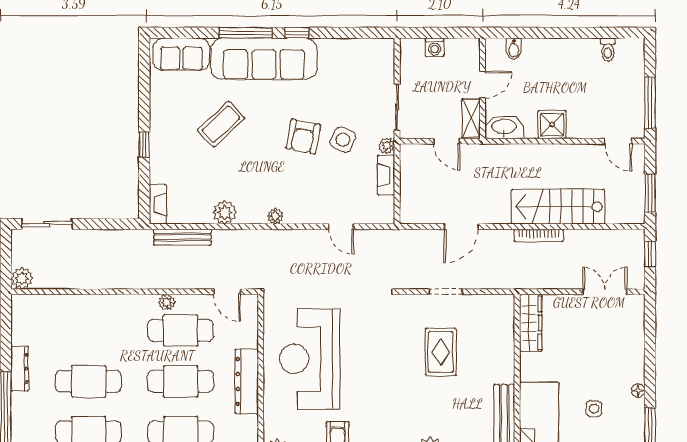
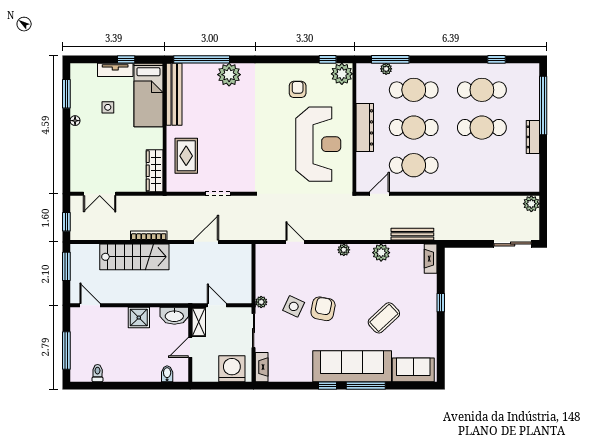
washing machine: (435, 47) -> (232, 369), width x1.89, depth x1.89
window: (650, 103) -> (66, 351), moved
fireplace: (386, 175) -> (262, 367), moved
door: (227, 292) -> (379, 194), hinge flipped
plant: (167, 302) -> (424, 186), removed
rug: (441, 352) -> (186, 156), moved

